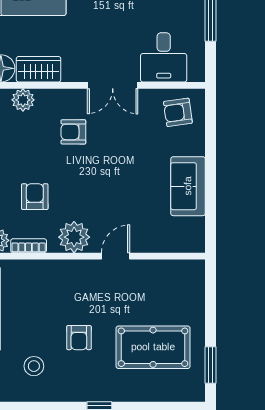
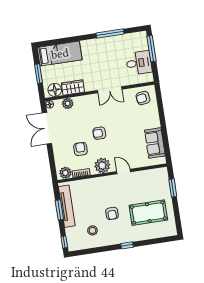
desk: (164, 57) -> (139, 63), moved, turned -90
armchair: (73, 132) -> (99, 133), moved
sofa: (188, 186) -> (155, 143), moved
door: (116, 256) -> (124, 172), hinge flipped
window: (211, 365) -> (173, 188), moved

